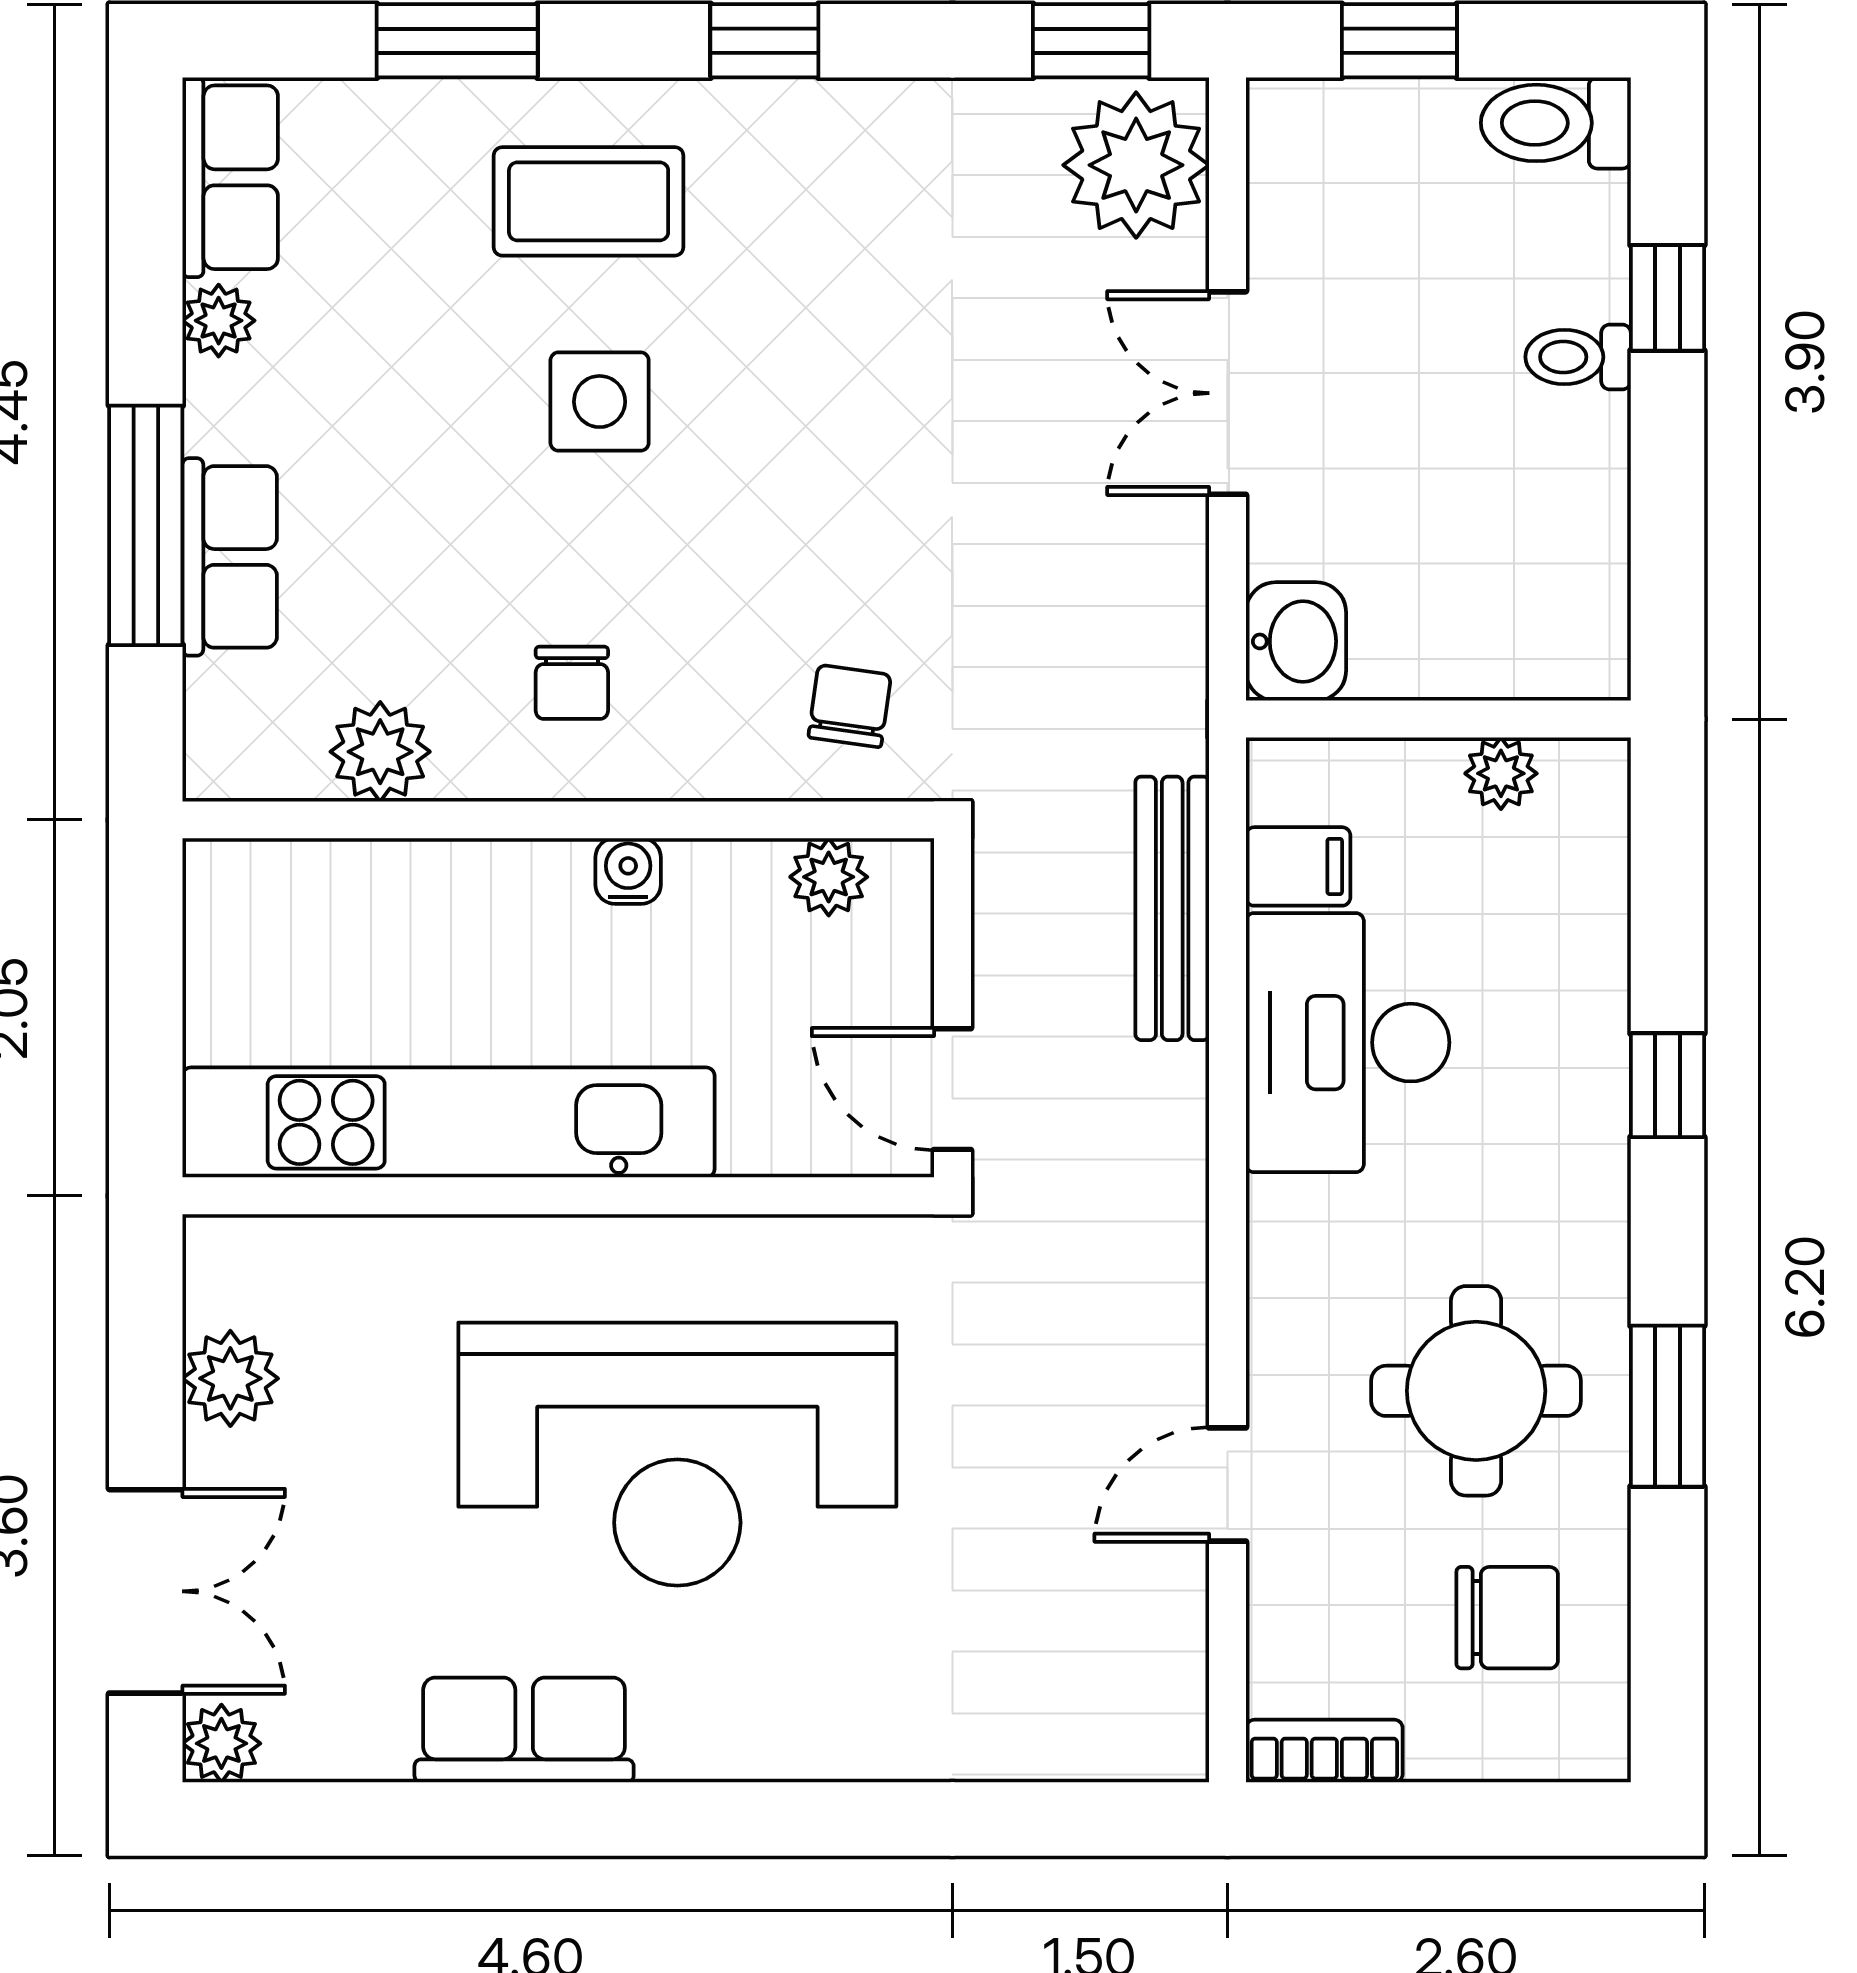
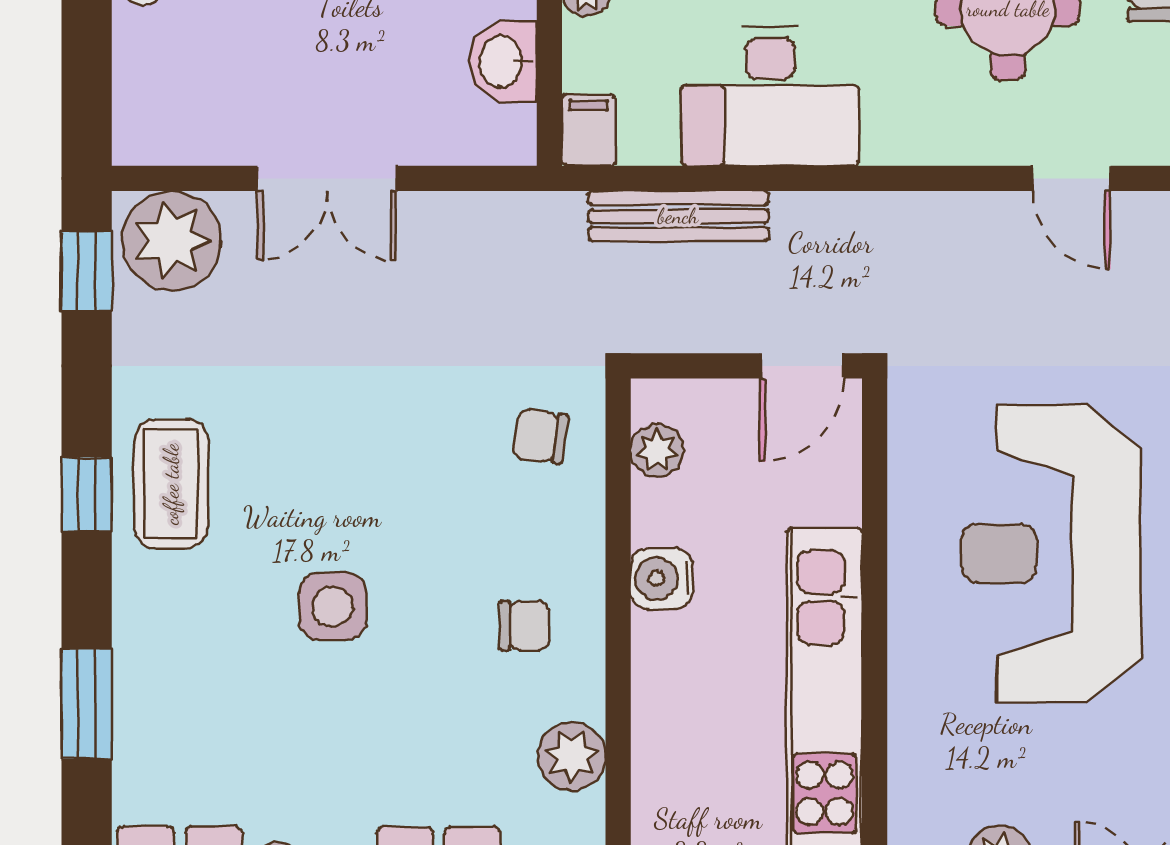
window: (1399, 41) -> (87, 61), removed
coffee table: (589, 201) -> (171, 484), moved
washbasin: (1296, 641) -> (503, 61), moved, turned -90
filing cabinet: (1298, 866) -> (589, 130), moved
water cooler: (628, 871) -> (662, 579), width x1.38, depth x1.38
reception desk: (677, 1454) -> (1051, 554), turned 180

